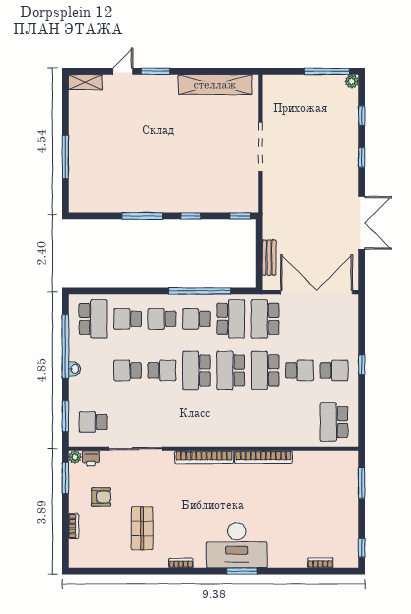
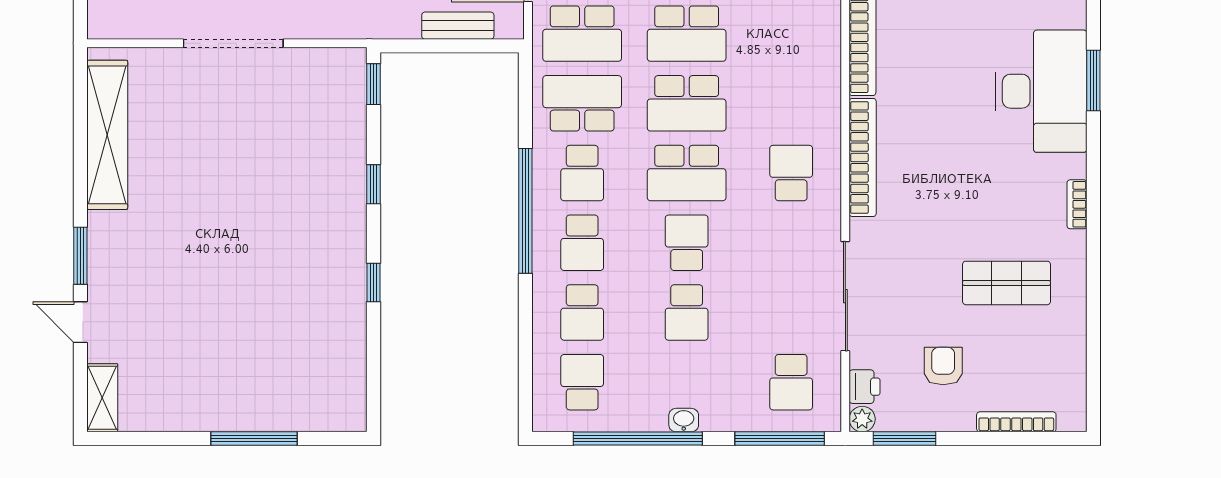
window: (142, 216) -> (374, 283), width x0.46
window: (200, 291) -> (525, 211), moved
school desk: (93, 319) -> (582, 382), width x0.54
window: (65, 416) -> (780, 439), width x1.44
school desk: (196, 422) -> (791, 173), added
bookcase: (74, 526) -> (1016, 422), width x1.56

